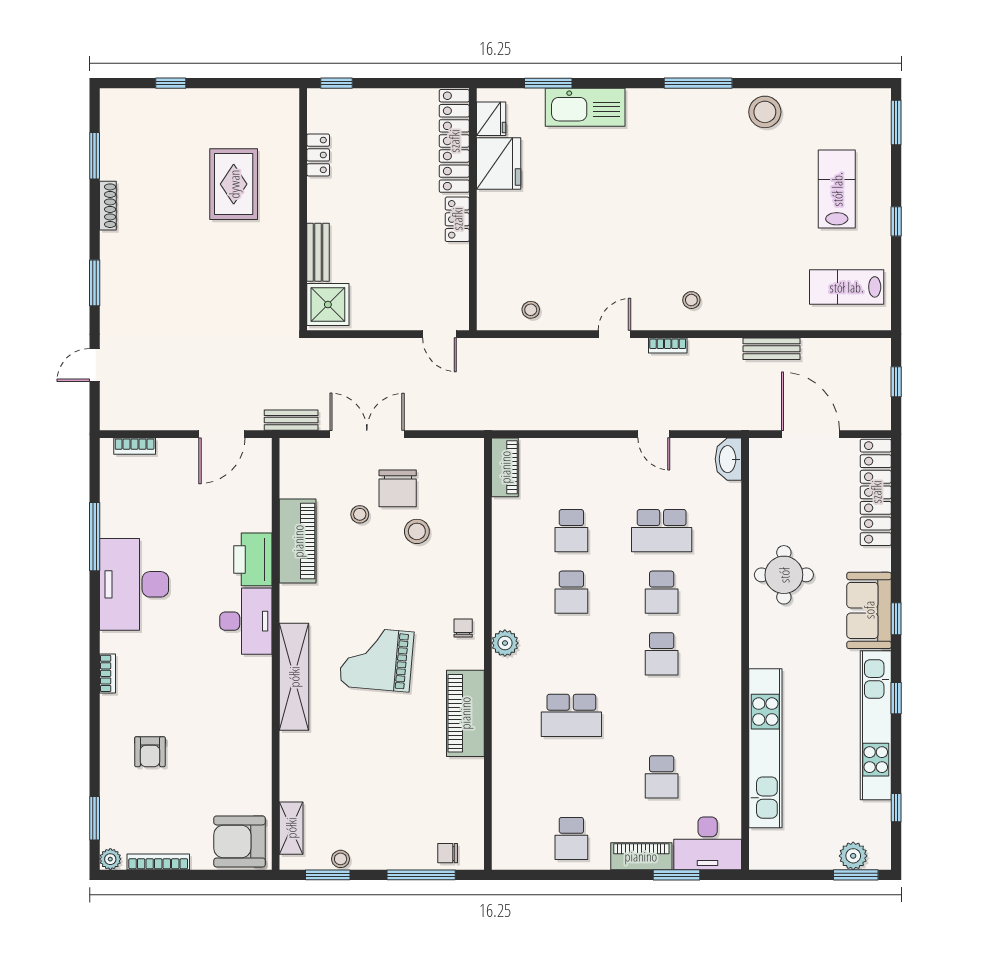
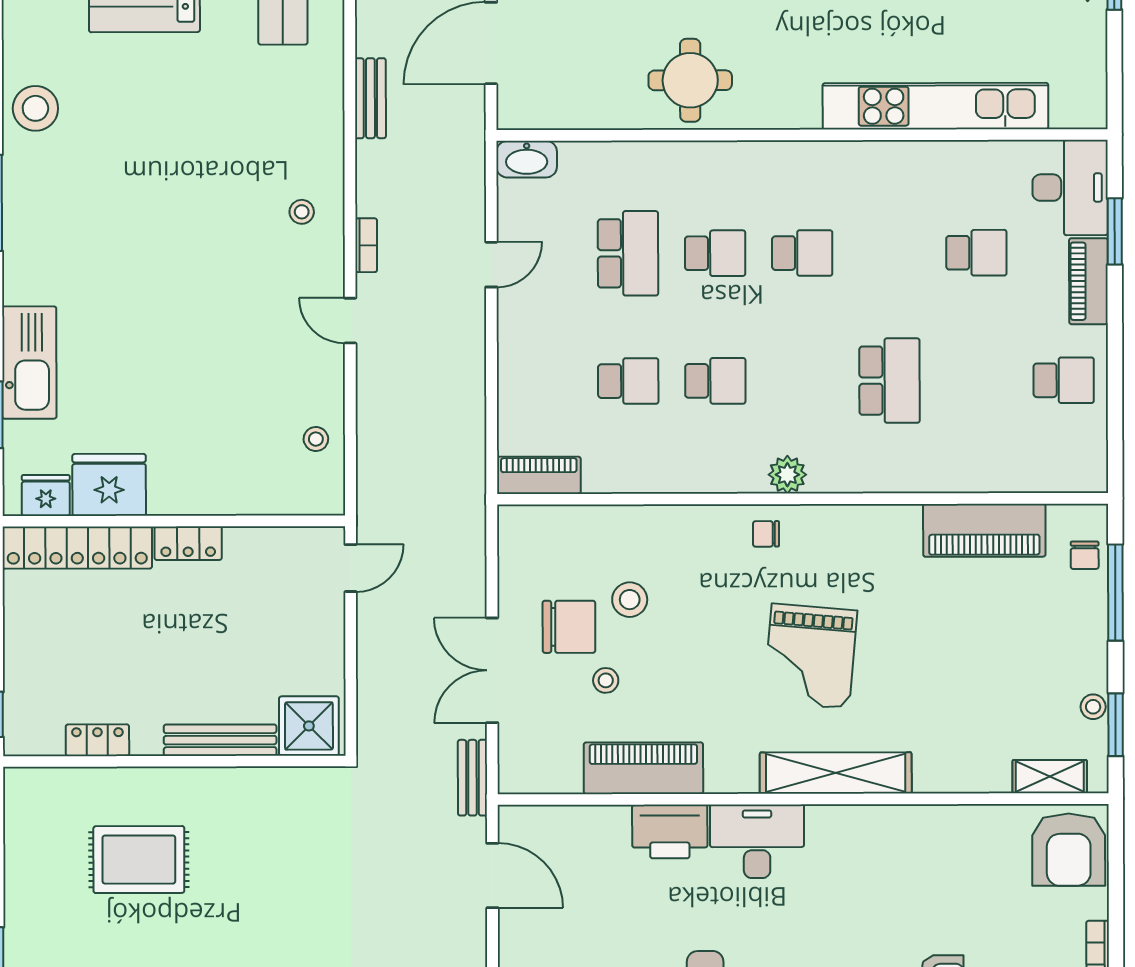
bench: (318, 252) -> (220, 740), width x1.36
piano: (465, 713) -> (984, 530), moved

